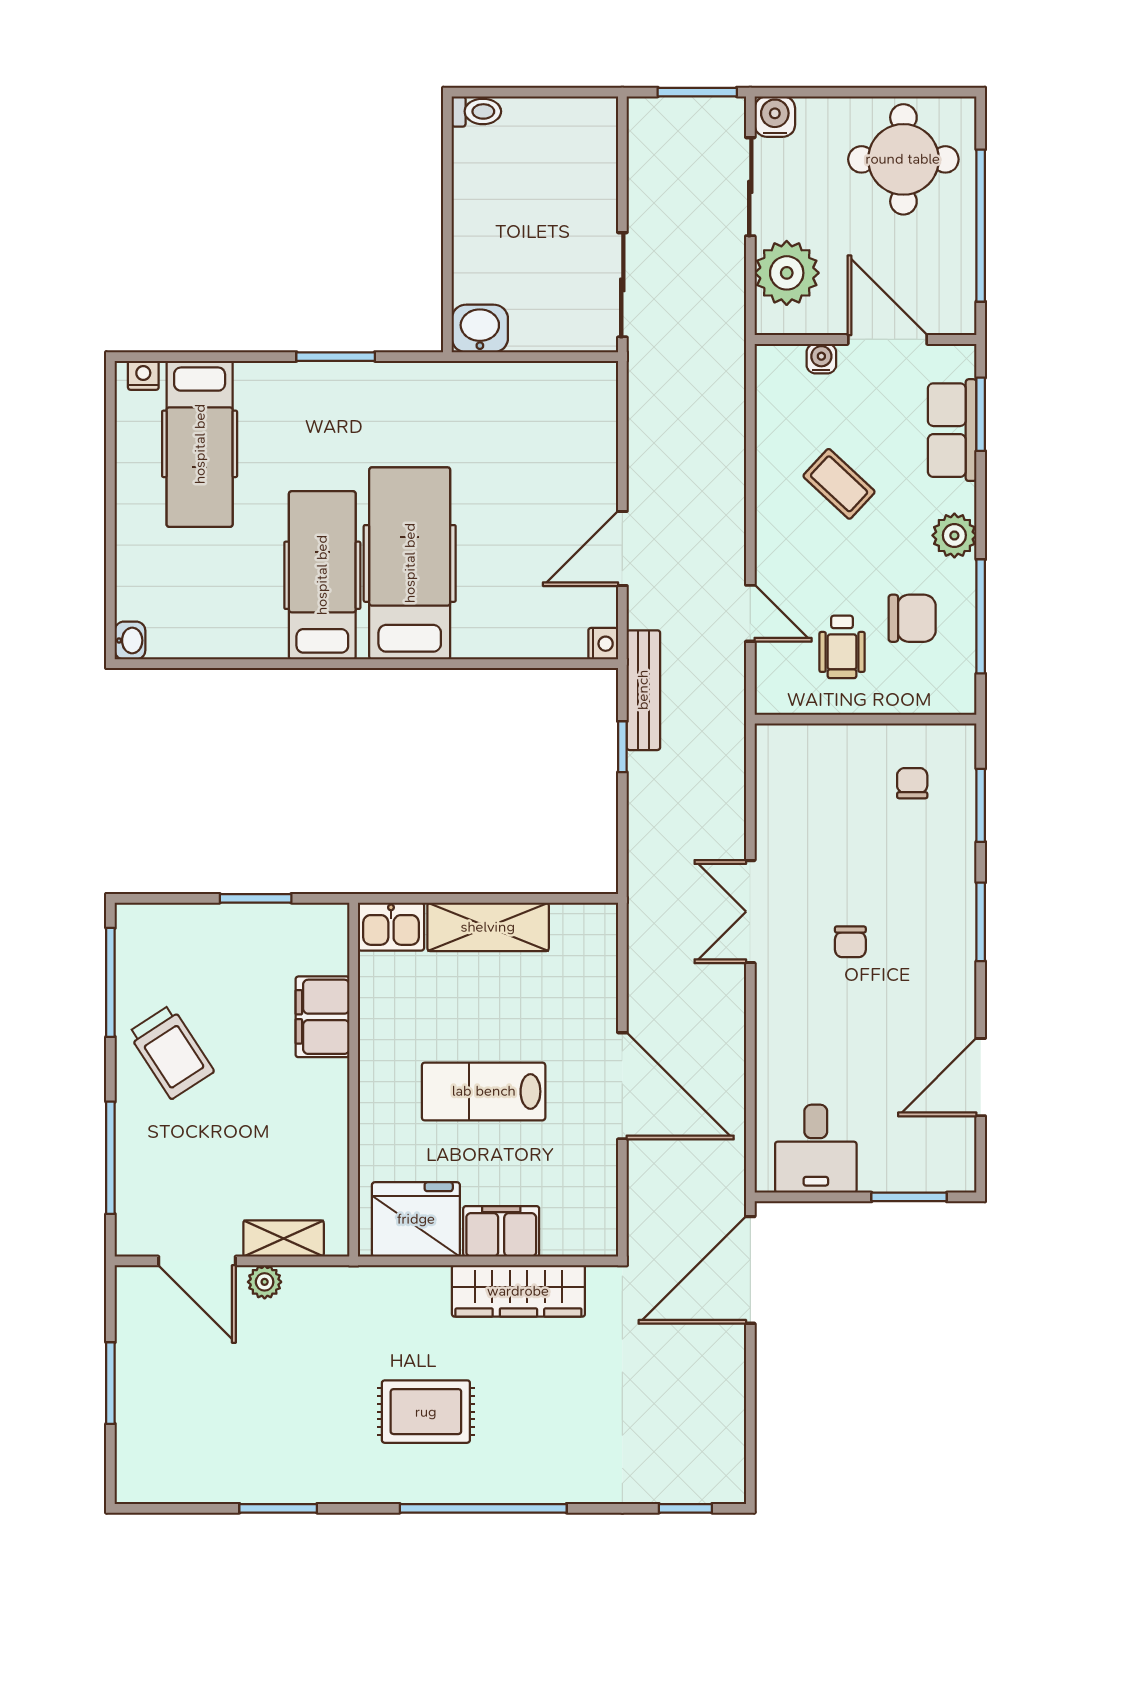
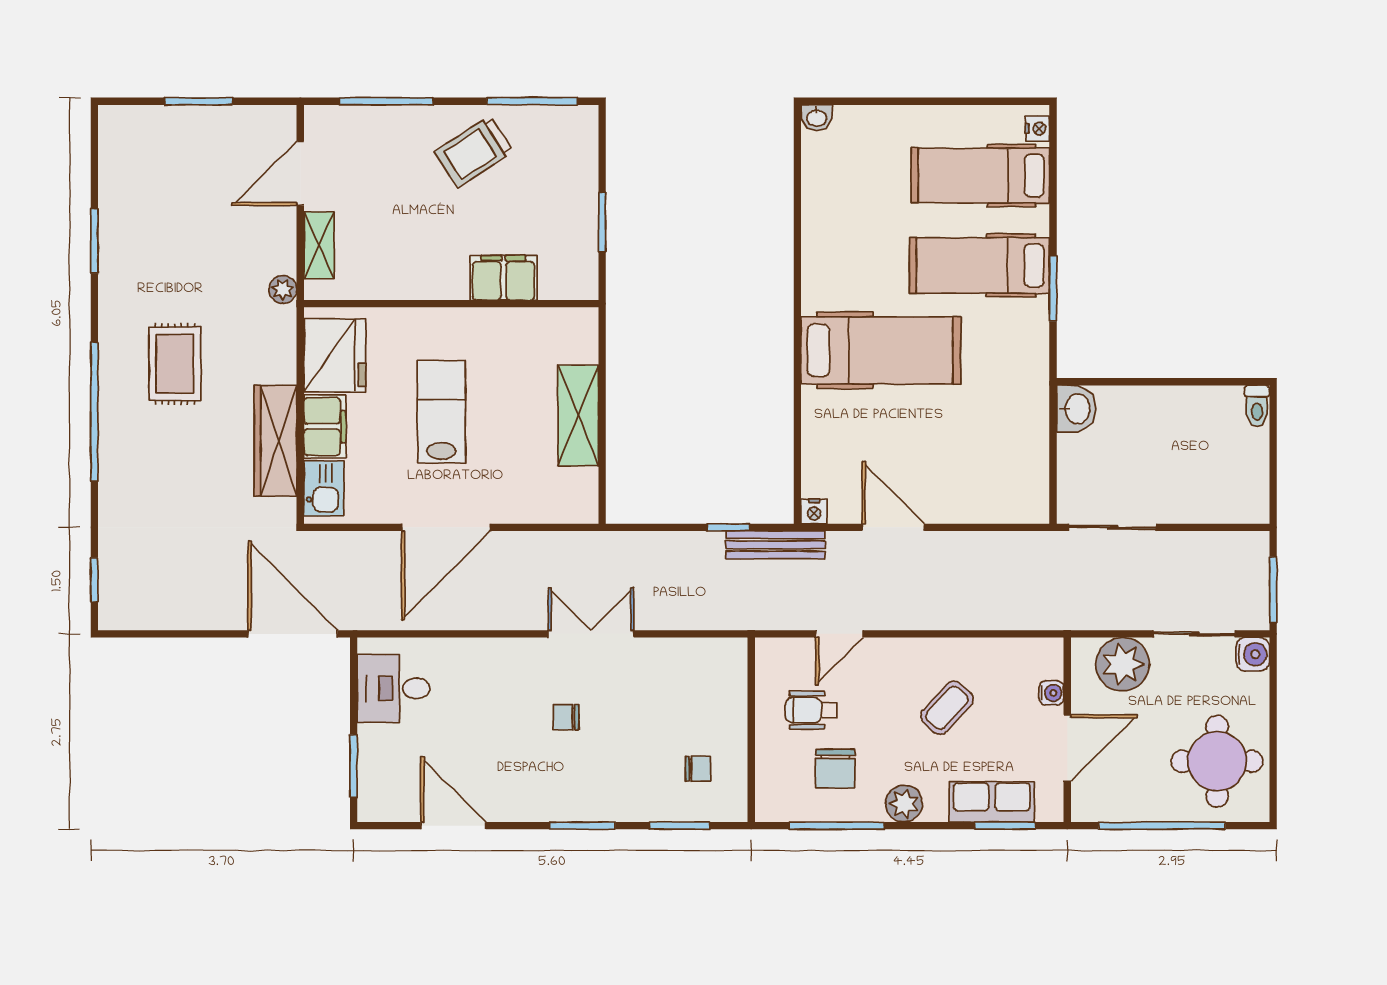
hospital bed: (322, 575) -> (979, 265), moved, turned 180
kitchen sink: (391, 927) -> (324, 489), moved, turned 180
plant: (265, 1282) -> (283, 289), moved

